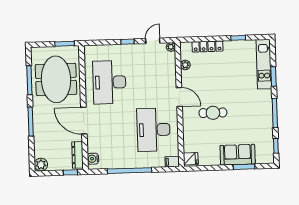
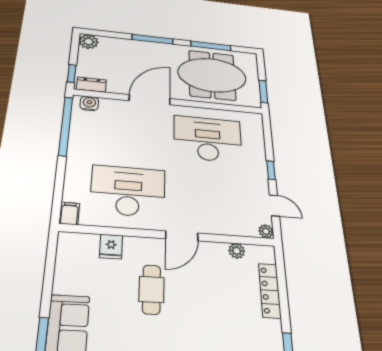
dresser: (77, 155) -> (91, 85), width x0.70
fridge: (191, 159) -> (111, 246), moved
window: (130, 171) -> (66, 126), moved

